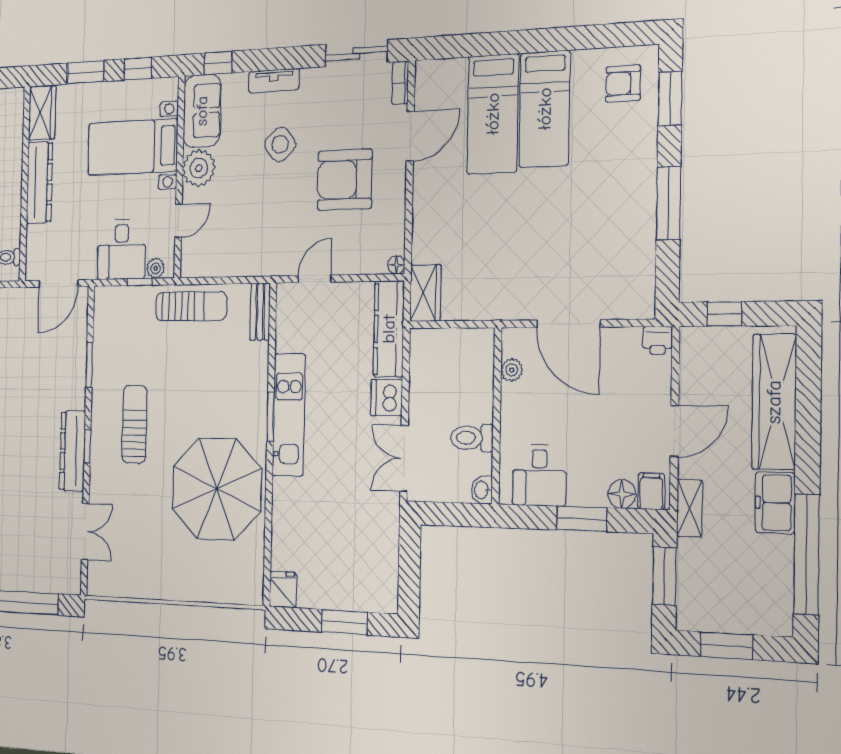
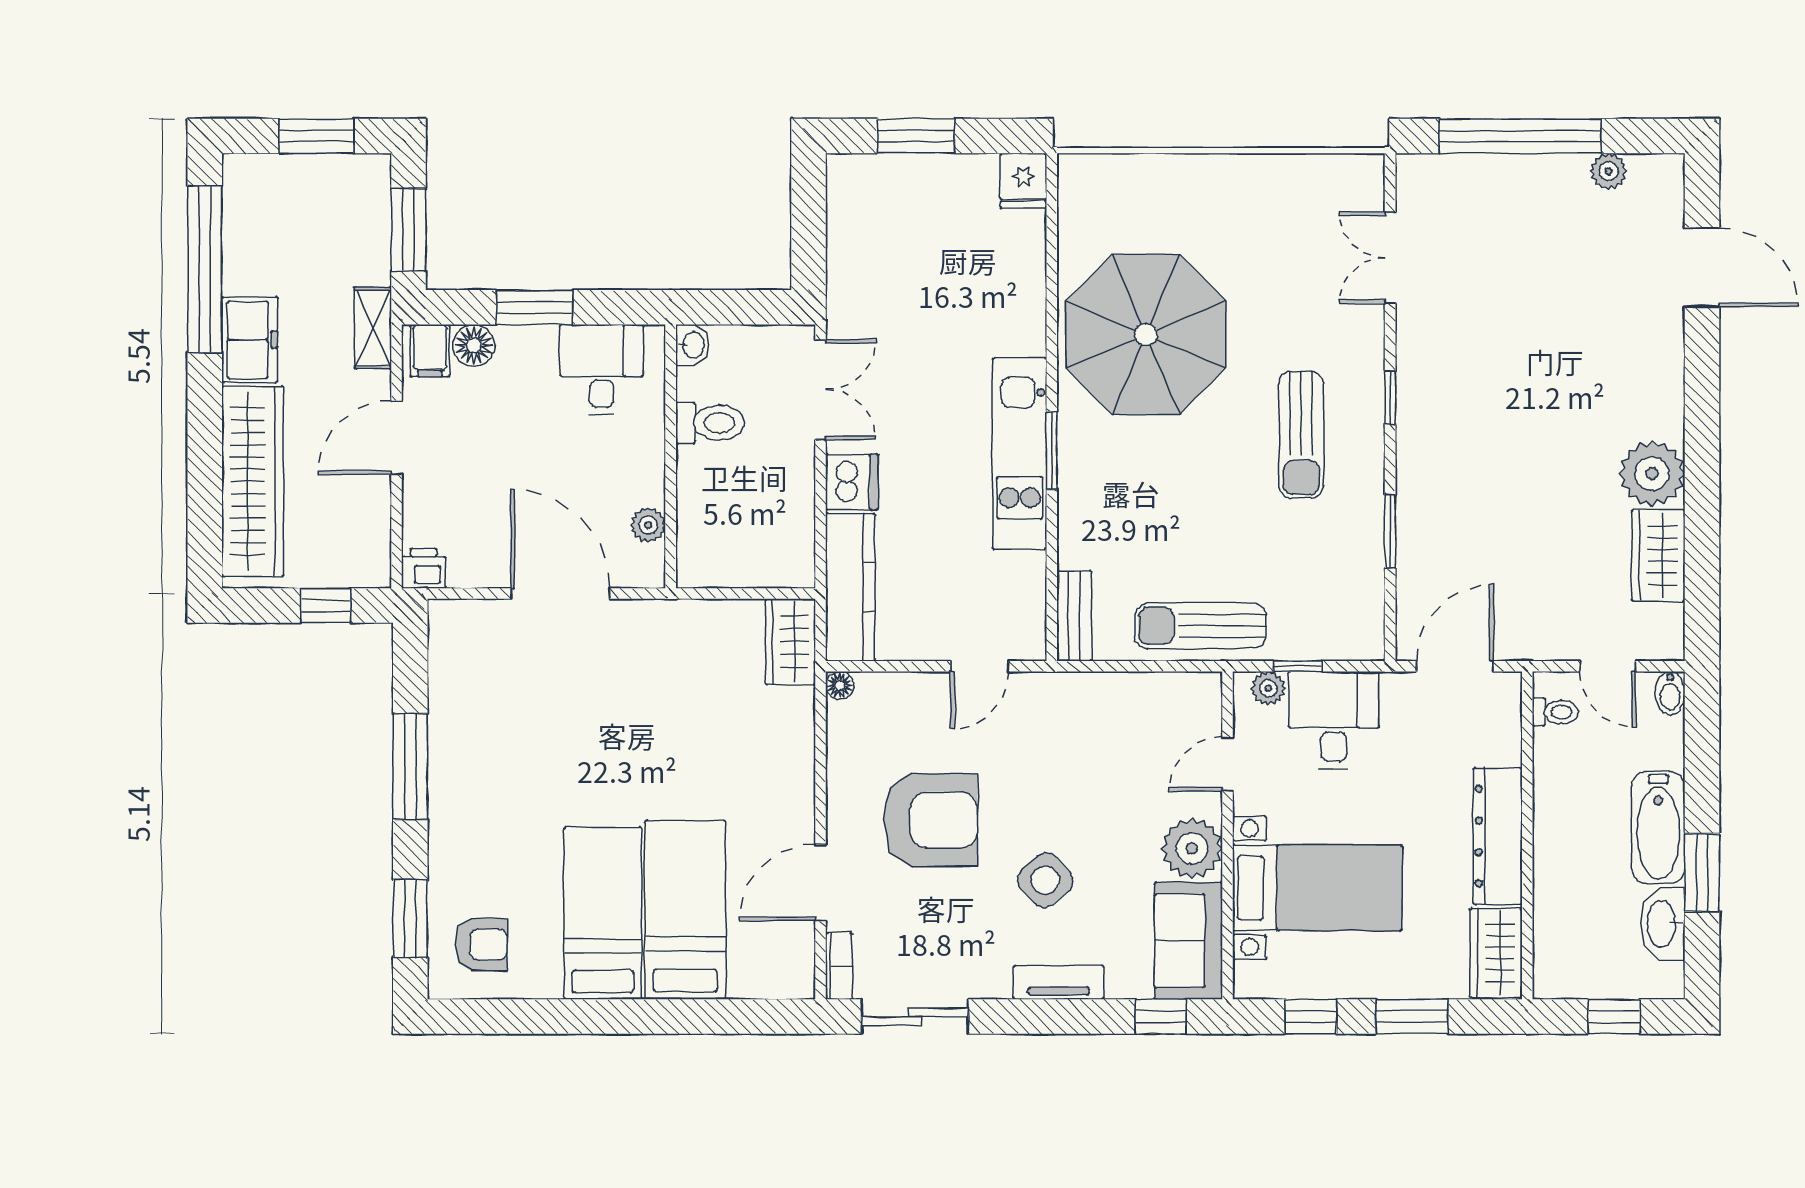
dresser: (72, 451) -> (1419, 389), removed

